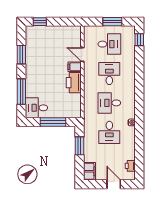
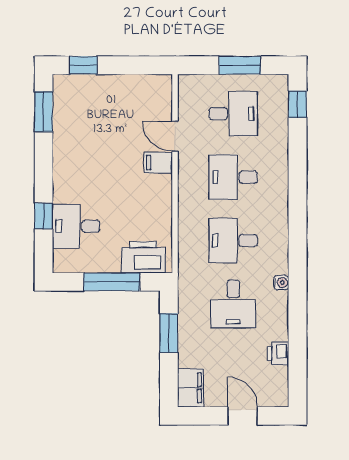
window: (21, 55) -> (44, 112), moved
desk: (109, 74) -> (233, 177), turned -90
printer: (74, 83) -> (143, 257), moved, turned 90
window: (21, 92) -> (44, 216), width x0.46
desk: (36, 108) -> (76, 226), moved
printer: (130, 166) -> (278, 353), moved

